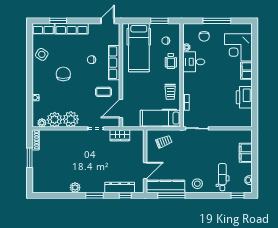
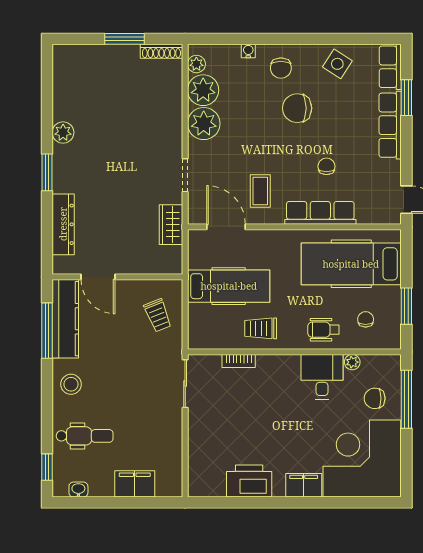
window: (217, 21) -> (406, 399), moved
corner desk: (238, 47) -> (362, 458), width x1.36, depth x1.36
chair: (63, 74) -> (297, 108), turned 180
chair: (44, 82) -> (281, 68), added
hospital bed: (160, 118) -> (229, 286), moved, turned 90
window: (125, 195) -> (47, 236), removed

